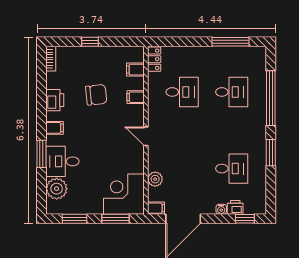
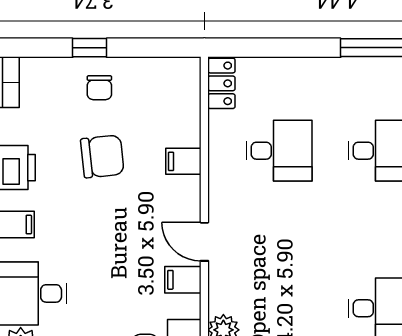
chair: (95, 61) -> (99, 88), added
filing cabinet: (135, 70) -> (183, 280), moved

